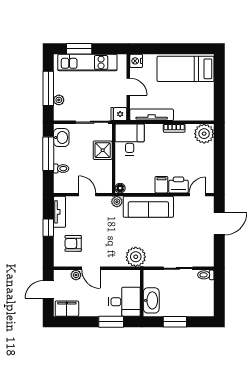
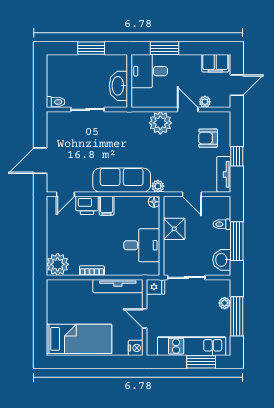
desk: (130, 139) -> (142, 245), moved, turned -90
shower: (103, 150) -> (174, 229), moved
armchair: (73, 243) -> (208, 138), turned 180
plant: (136, 257) -> (160, 123), moved
washbasin: (151, 300) -> (118, 86), moved

